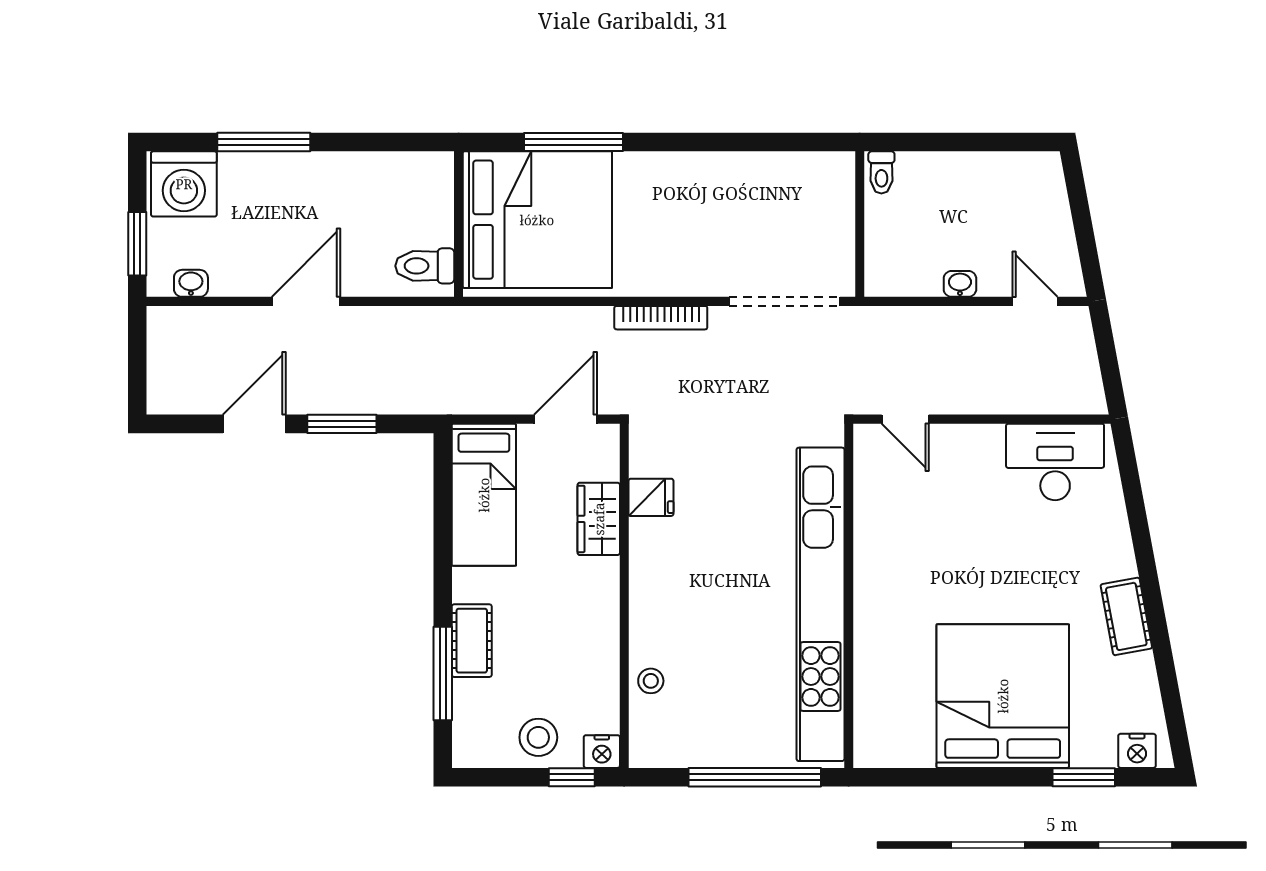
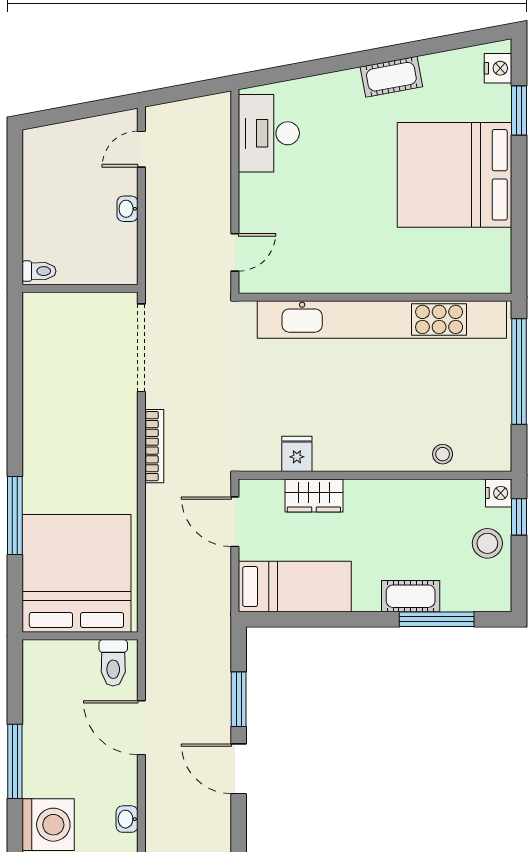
bed: (537, 220) -> (76, 573), moved
wall: (459, 224) -> (80, 636), moved
toilet: (425, 266) -> (113, 663), moved

